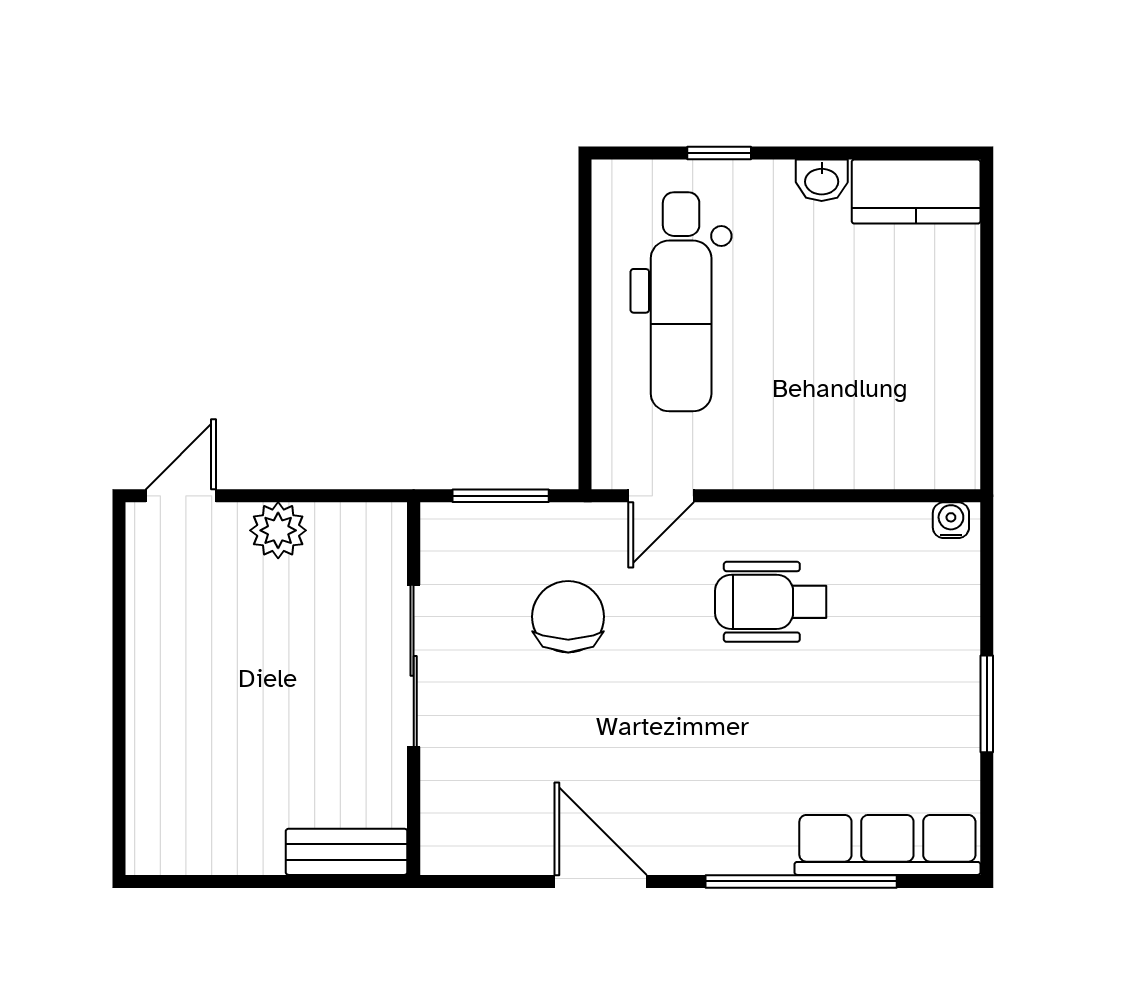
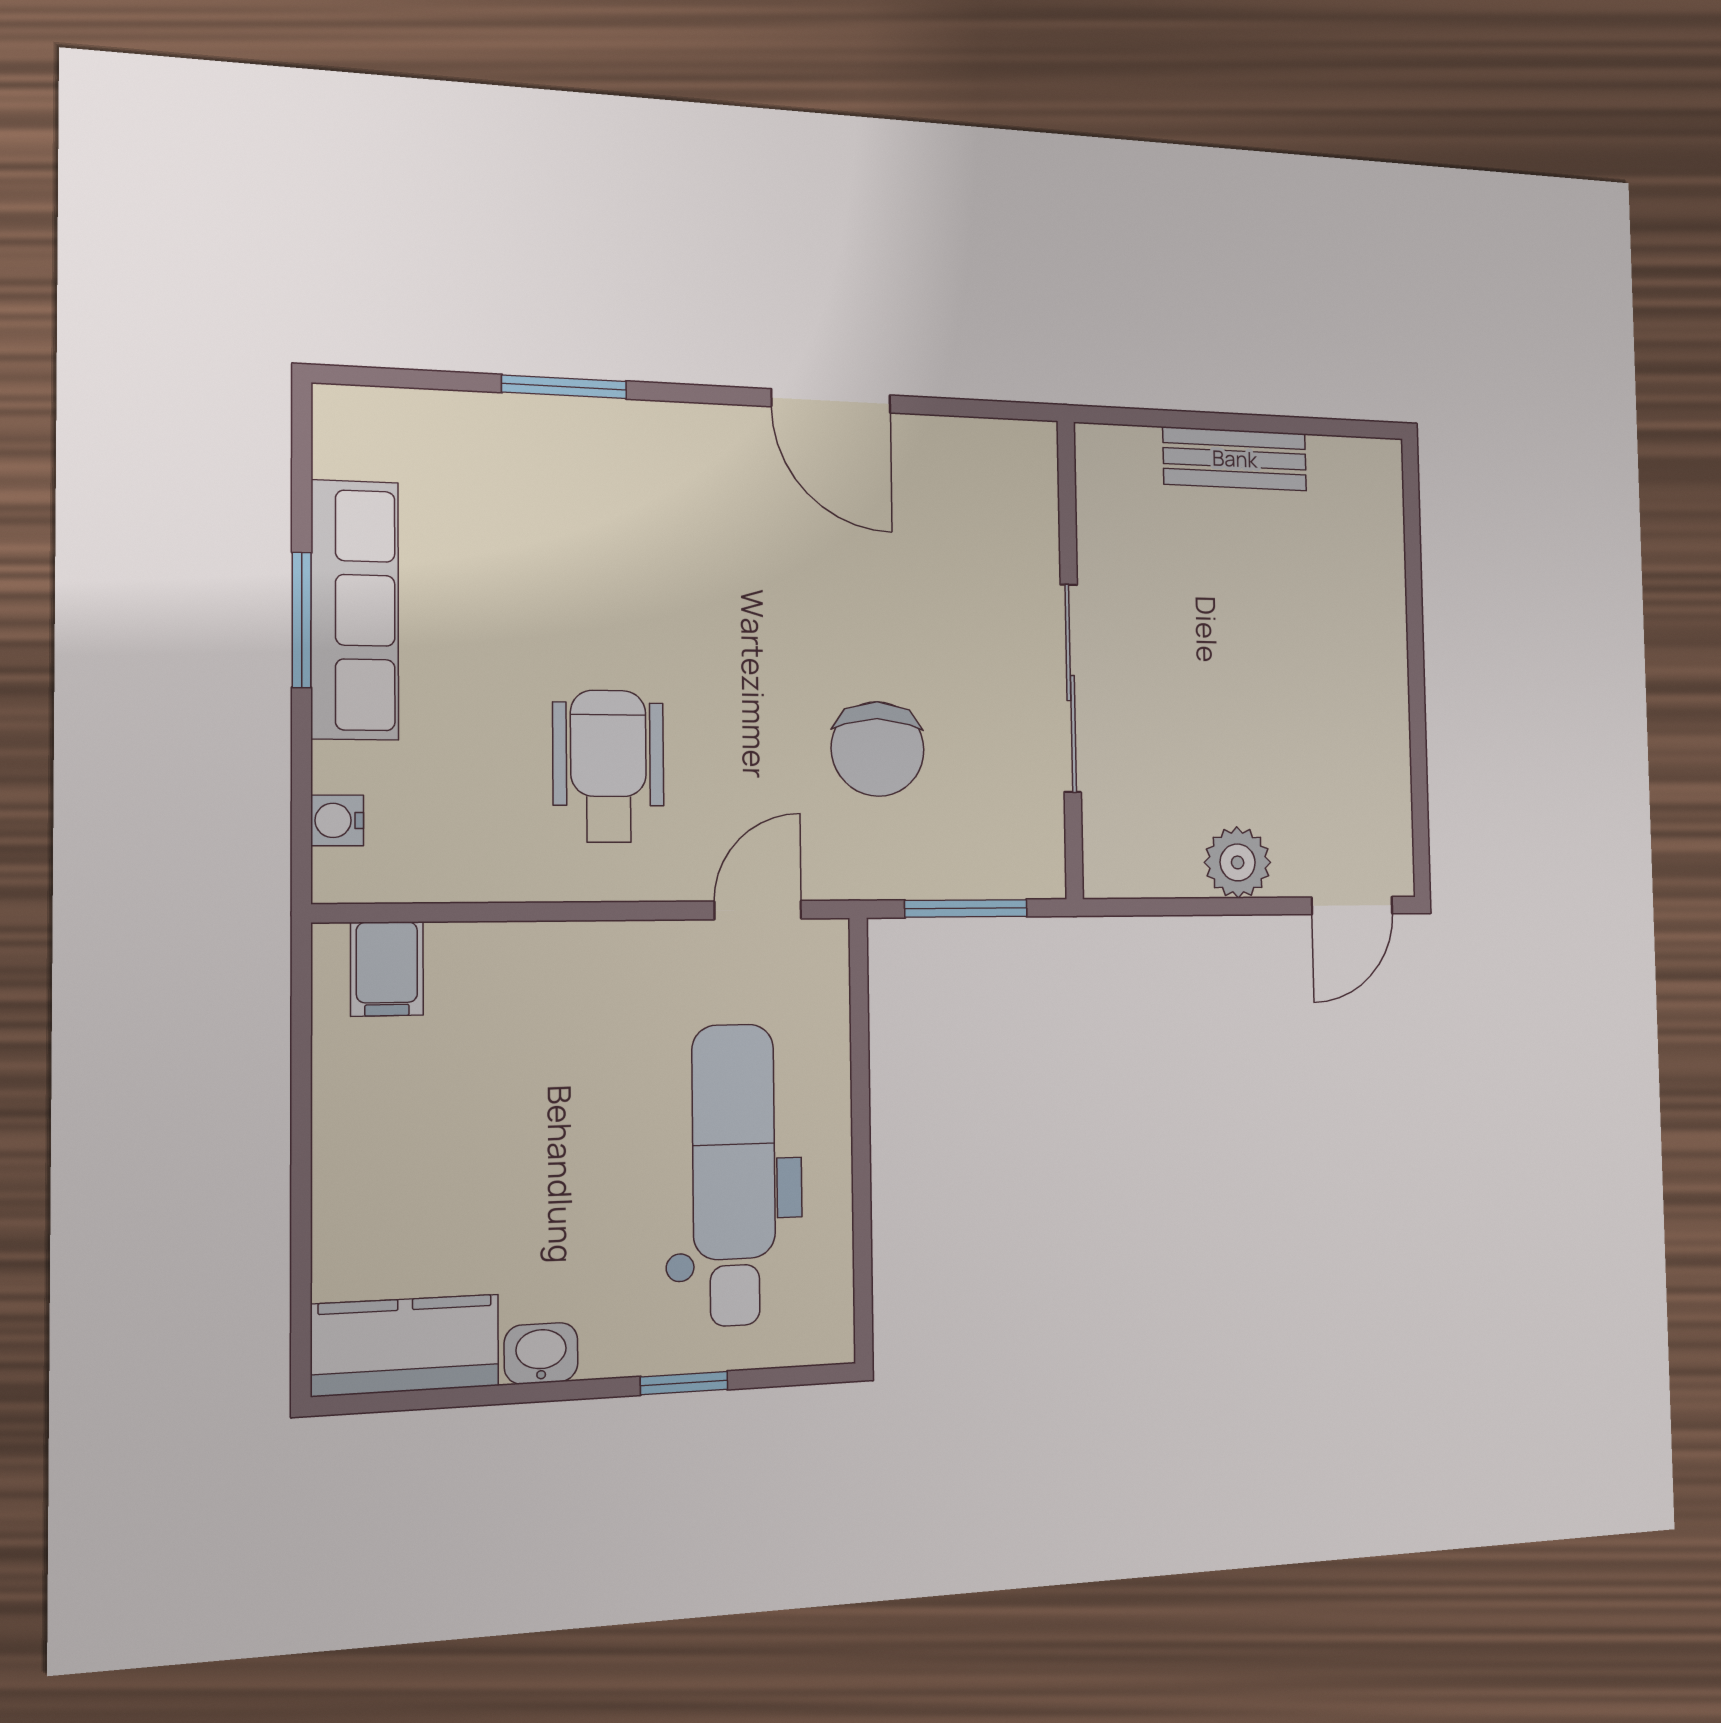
filing cabinet: (928, 456) -> (387, 969), added
water cooler: (951, 520) -> (337, 820), moved, turned 90
wheelchair: (771, 602) -> (608, 766), turned -90
row of seats: (887, 845) -> (355, 610), moved, turned -90
bench: (347, 852) -> (1235, 459), moved
window: (801, 881) -> (564, 387), width x0.47

